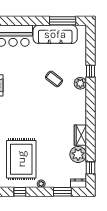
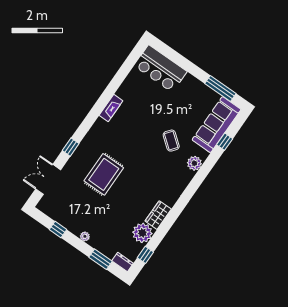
sofa: (55, 34) -> (217, 125), moved, turned 90
window: (90, 71) -> (225, 142), moved
rug: (21, 159) -> (104, 174), moved, width x0.73, depth x0.69

